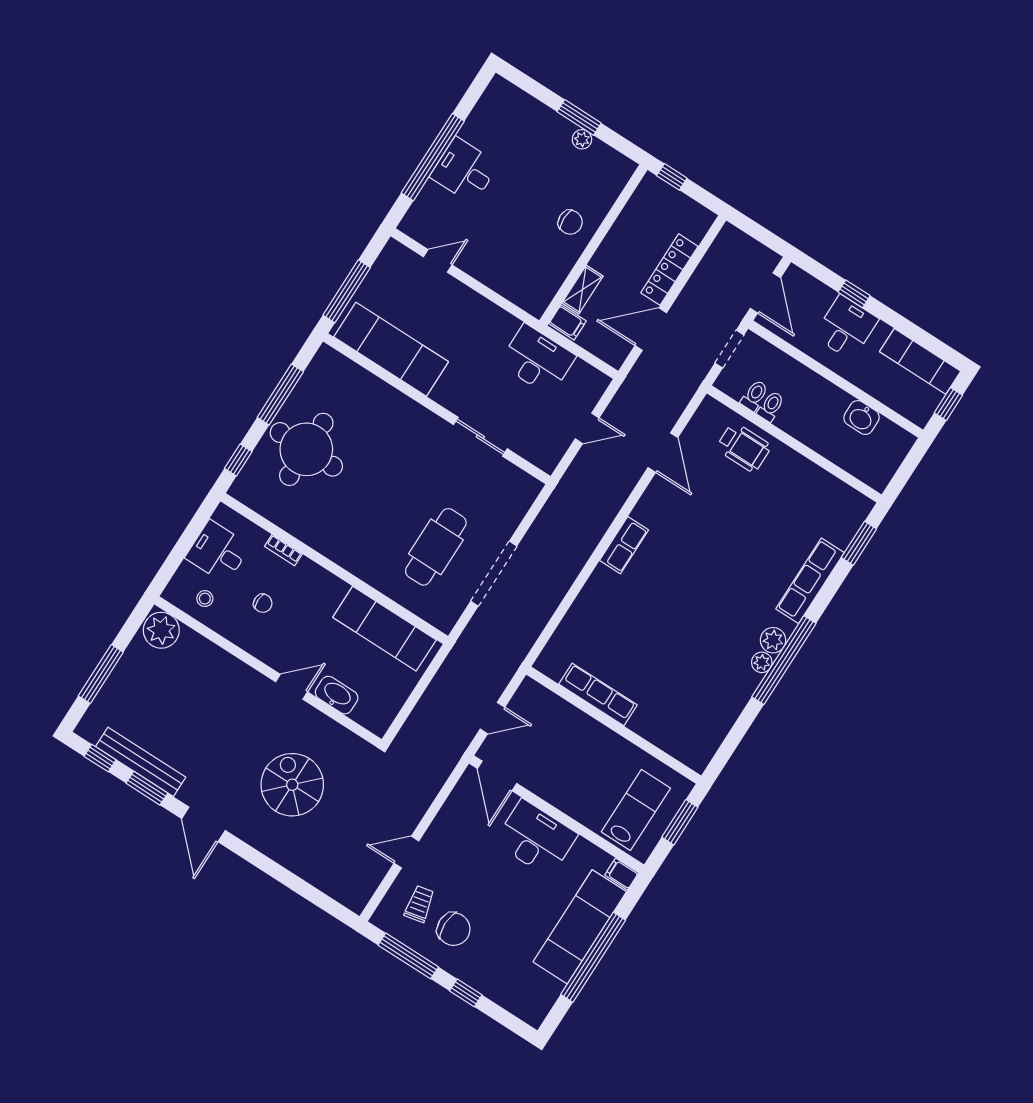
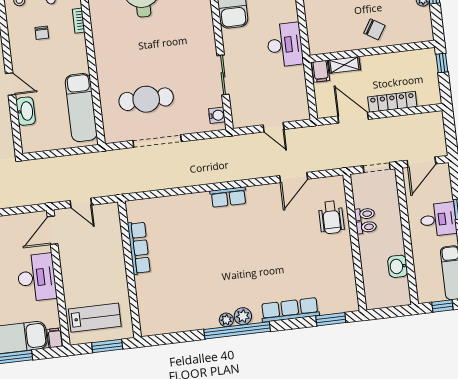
chair: (570, 222) -> (374, 29), turned -58
desk: (537, 360) -> (285, 45), moved
toilet: (754, 395) -> (366, 227), moved
water cooler: (521, 481) -> (217, 115), added

